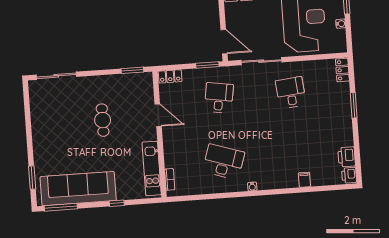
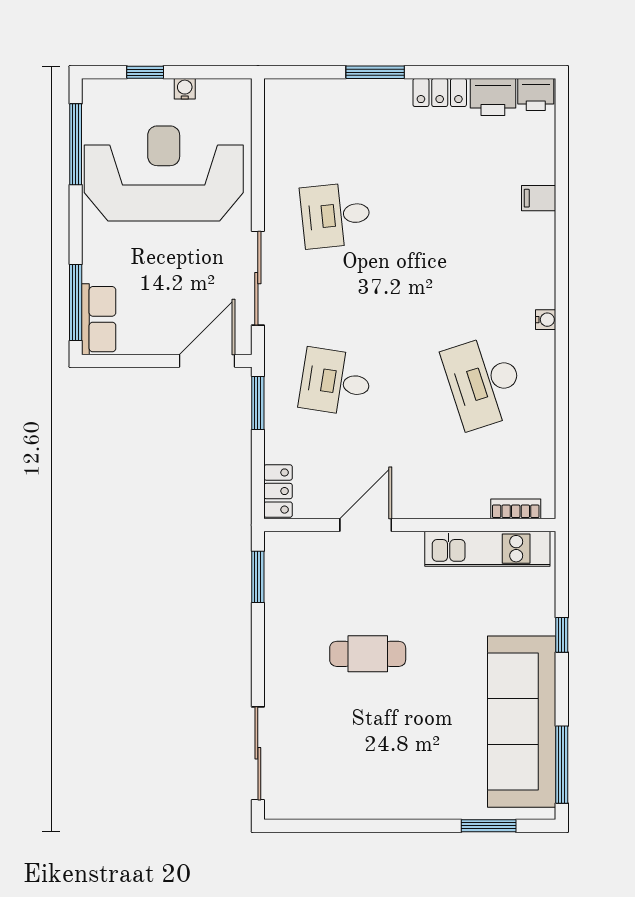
locker: (342, 70) -> (440, 93), moved
desk: (223, 162) -> (484, 382), turned -36

